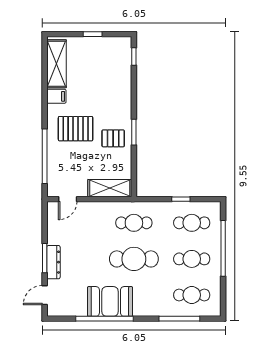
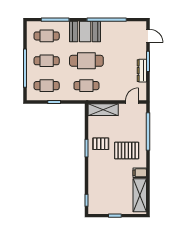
dresser: (53, 262) -> (142, 71), moved
door: (45, 295) -> (148, 36), hinge flipped
booth: (110, 301) -> (85, 32), moved

